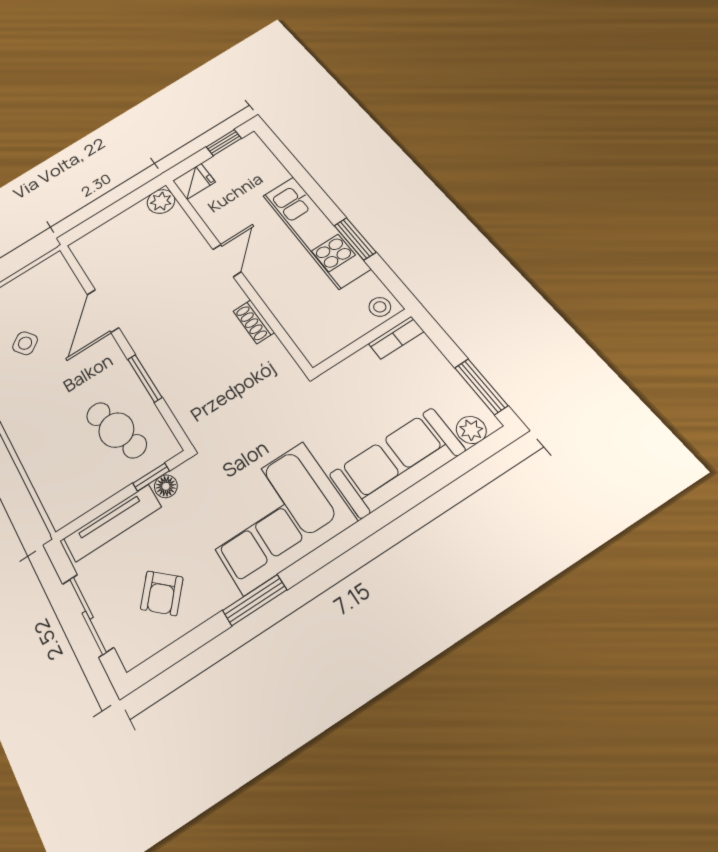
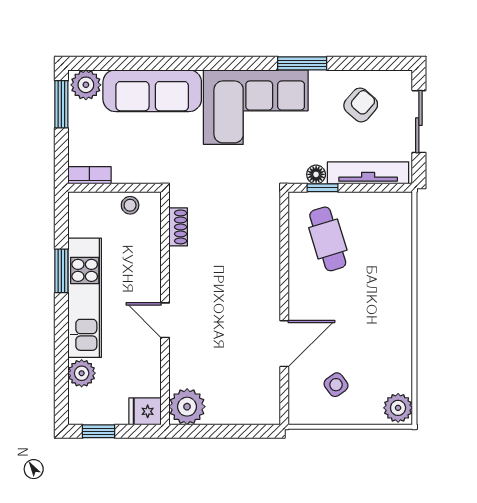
plant: (272, 173) -> (82, 373), added
plant: (161, 201) -> (187, 407), width x1.36, depth x1.36
door: (227, 261) -> (165, 320), hinge flipped
stool: (380, 307) -> (130, 205), moved
shoe rack: (254, 322) -> (178, 227), moved
side table: (25, 343) -> (336, 385), moved
window: (145, 378) -> (284, 265), removed
plant: (471, 430) -> (86, 85), width x1.38, depth x1.38

